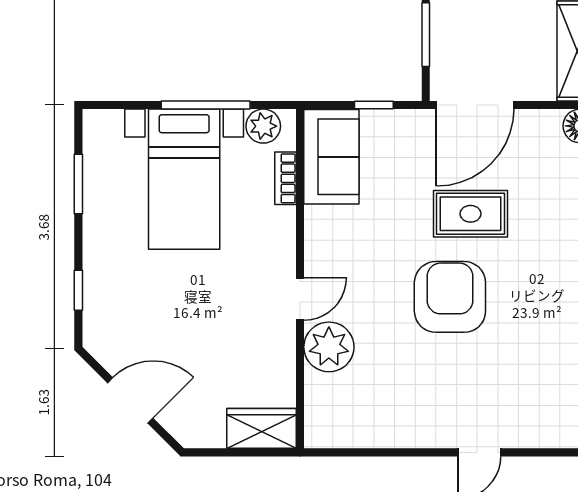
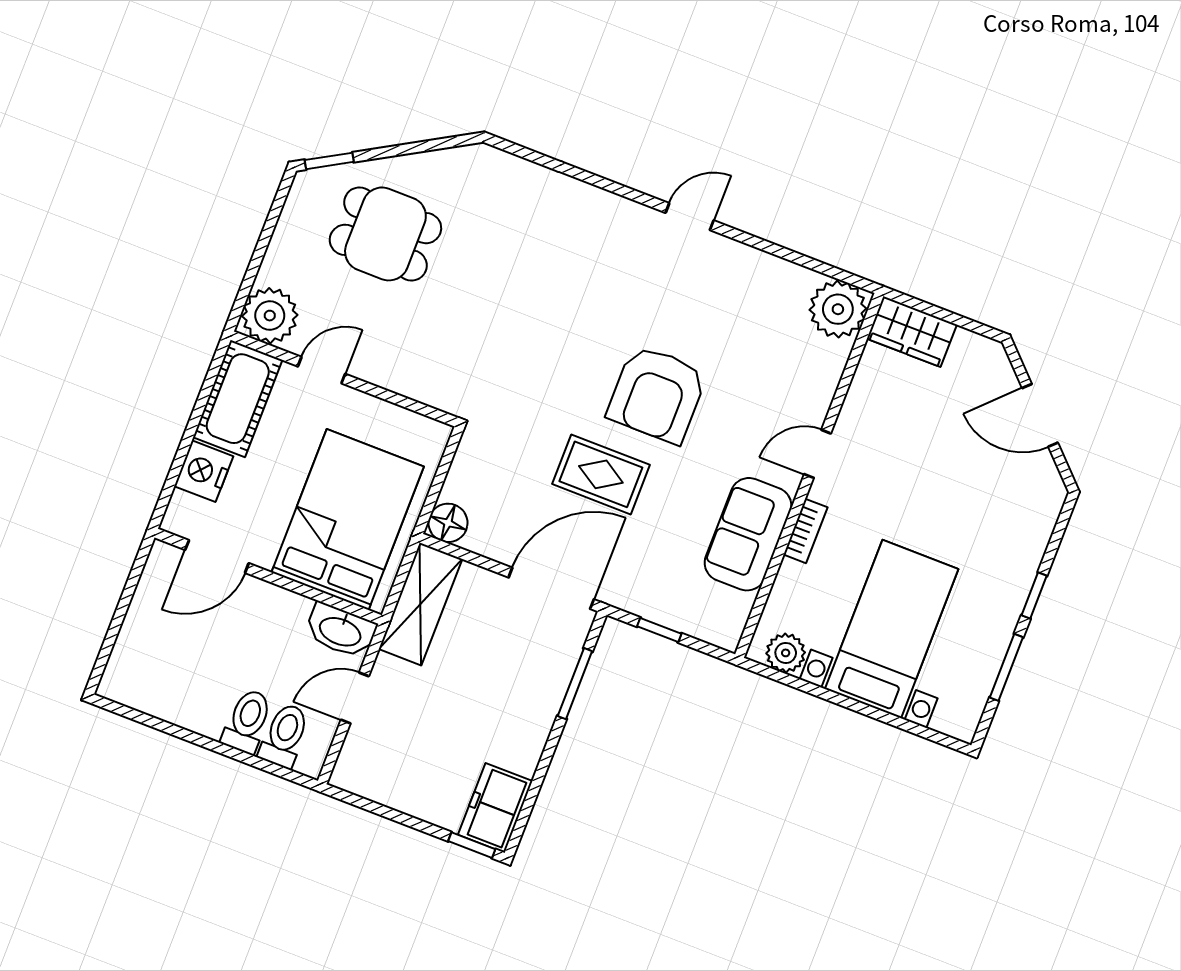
window: (206, 105) -> (838, 699), removed
sofa: (331, 157) -> (748, 534), moved
bookcase: (285, 178) -> (806, 531), moved
window: (78, 290) -> (1034, 595), moved
plant: (329, 347) -> (838, 309), moved

